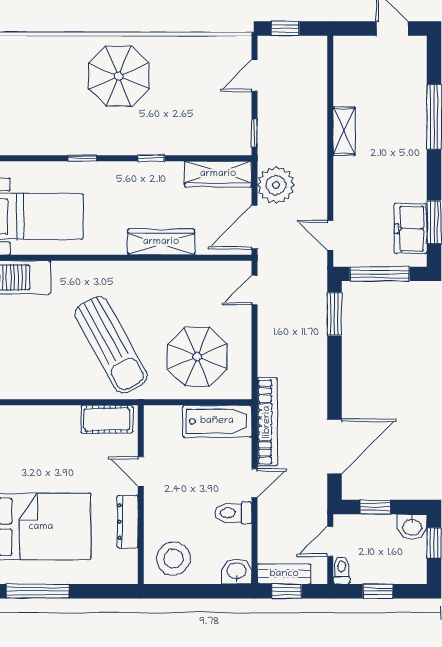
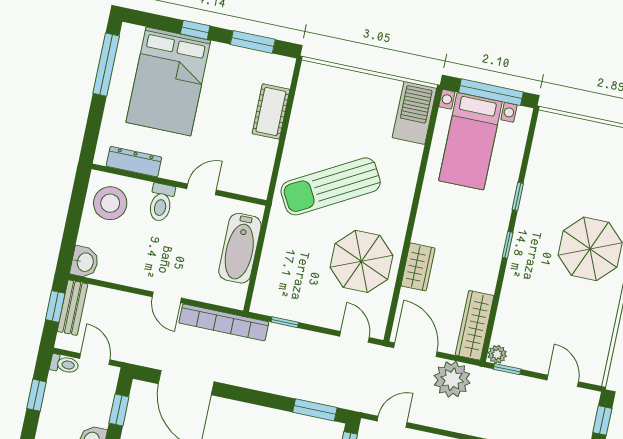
plant: (242, 146) -> (497, 354), added
window: (151, 158) -> (508, 245), moved
wardrobe: (161, 242) -> (418, 267), width x0.67
parasol: (197, 357) -> (361, 261), moved
window: (254, 362) -> (285, 322), added
cot: (107, 419) -> (271, 111), moved
bathtub: (217, 421) -> (240, 248), moved
toilet: (233, 513) -> (161, 202), moved, turned 180
dresser: (128, 522) -> (134, 162), moved

